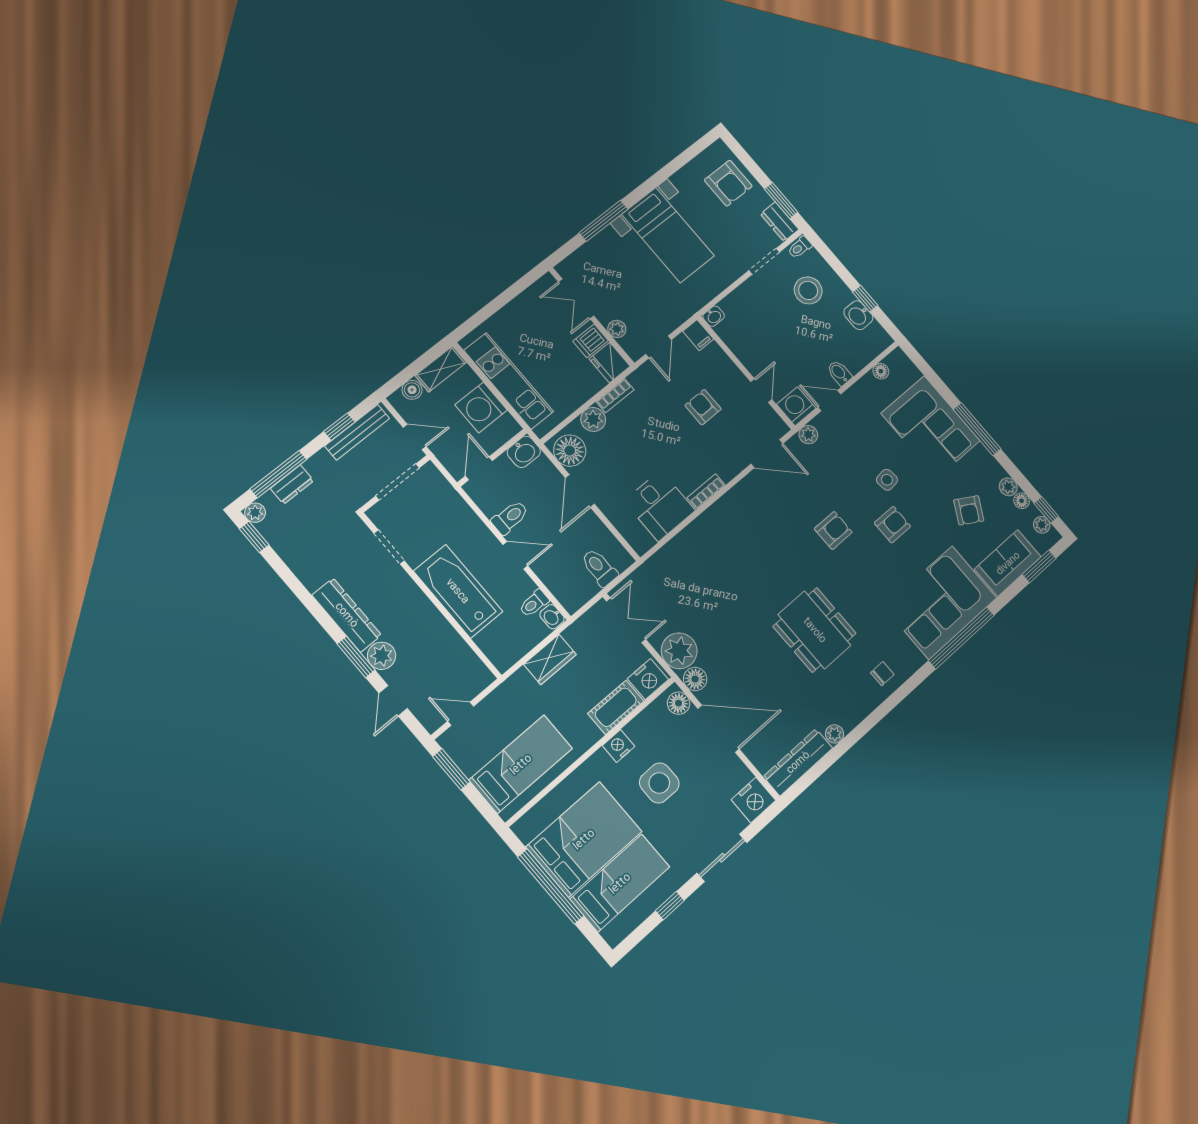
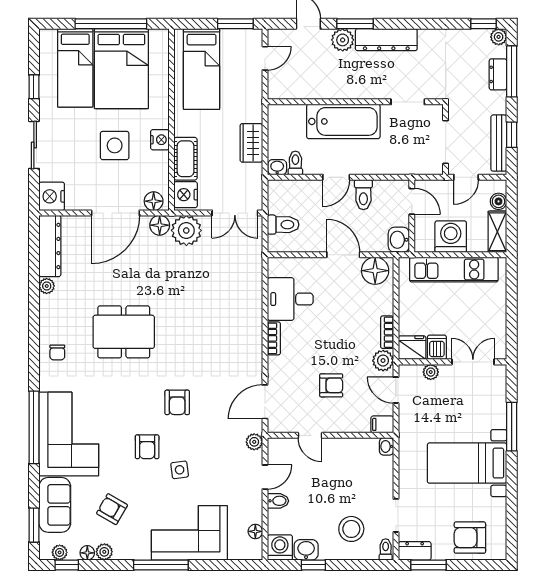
washing machine: (796, 406) -> (280, 547), moved, turned -90
plant: (593, 419) -> (383, 361), moved

